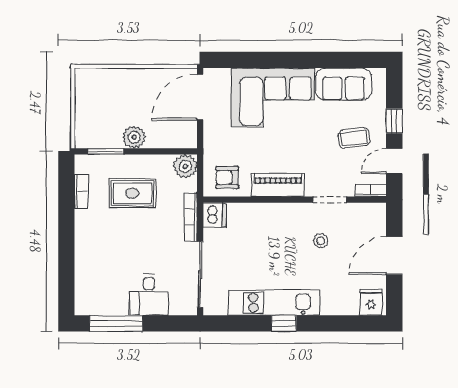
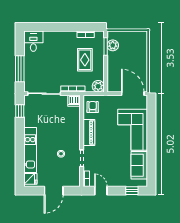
window: (394, 121) -> (132, 191), moved
plant: (134, 137) -> (113, 45), moved
coffee table: (354, 138) -> (112, 170), removed
door: (394, 256) -> (54, 191), swing flipped
desk: (149, 295) -> (33, 41), moved, turned 90
kitchen unit: (274, 303) -> (30, 150), moved
window: (116, 323) -> (20, 69), moved
window: (284, 323) -> (20, 111), moved

